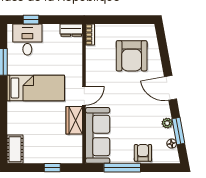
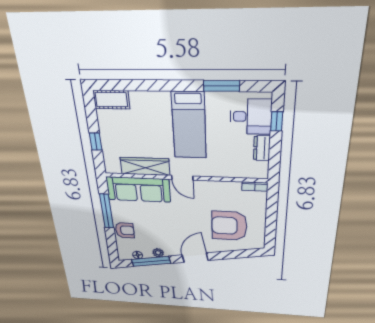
dresser: (71, 30) -> (262, 148), moved
wardrobe: (74, 120) -> (145, 166), width x1.50
window: (178, 131) -> (151, 261), width x1.44

